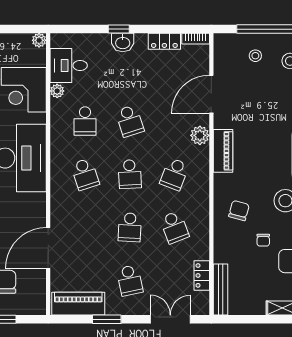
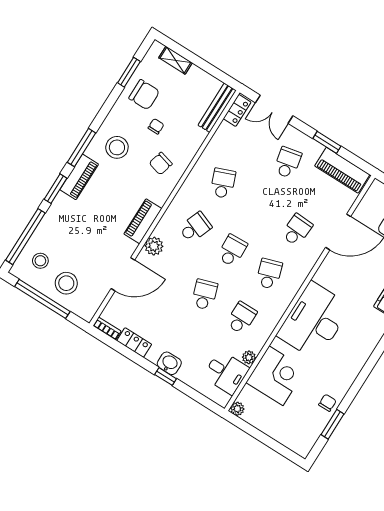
stool: (255, 56) -> (66, 283), width x1.89, depth x1.89
school desk: (130, 227) -> (297, 230), moved
locker: (202, 275) -> (237, 110), moved

